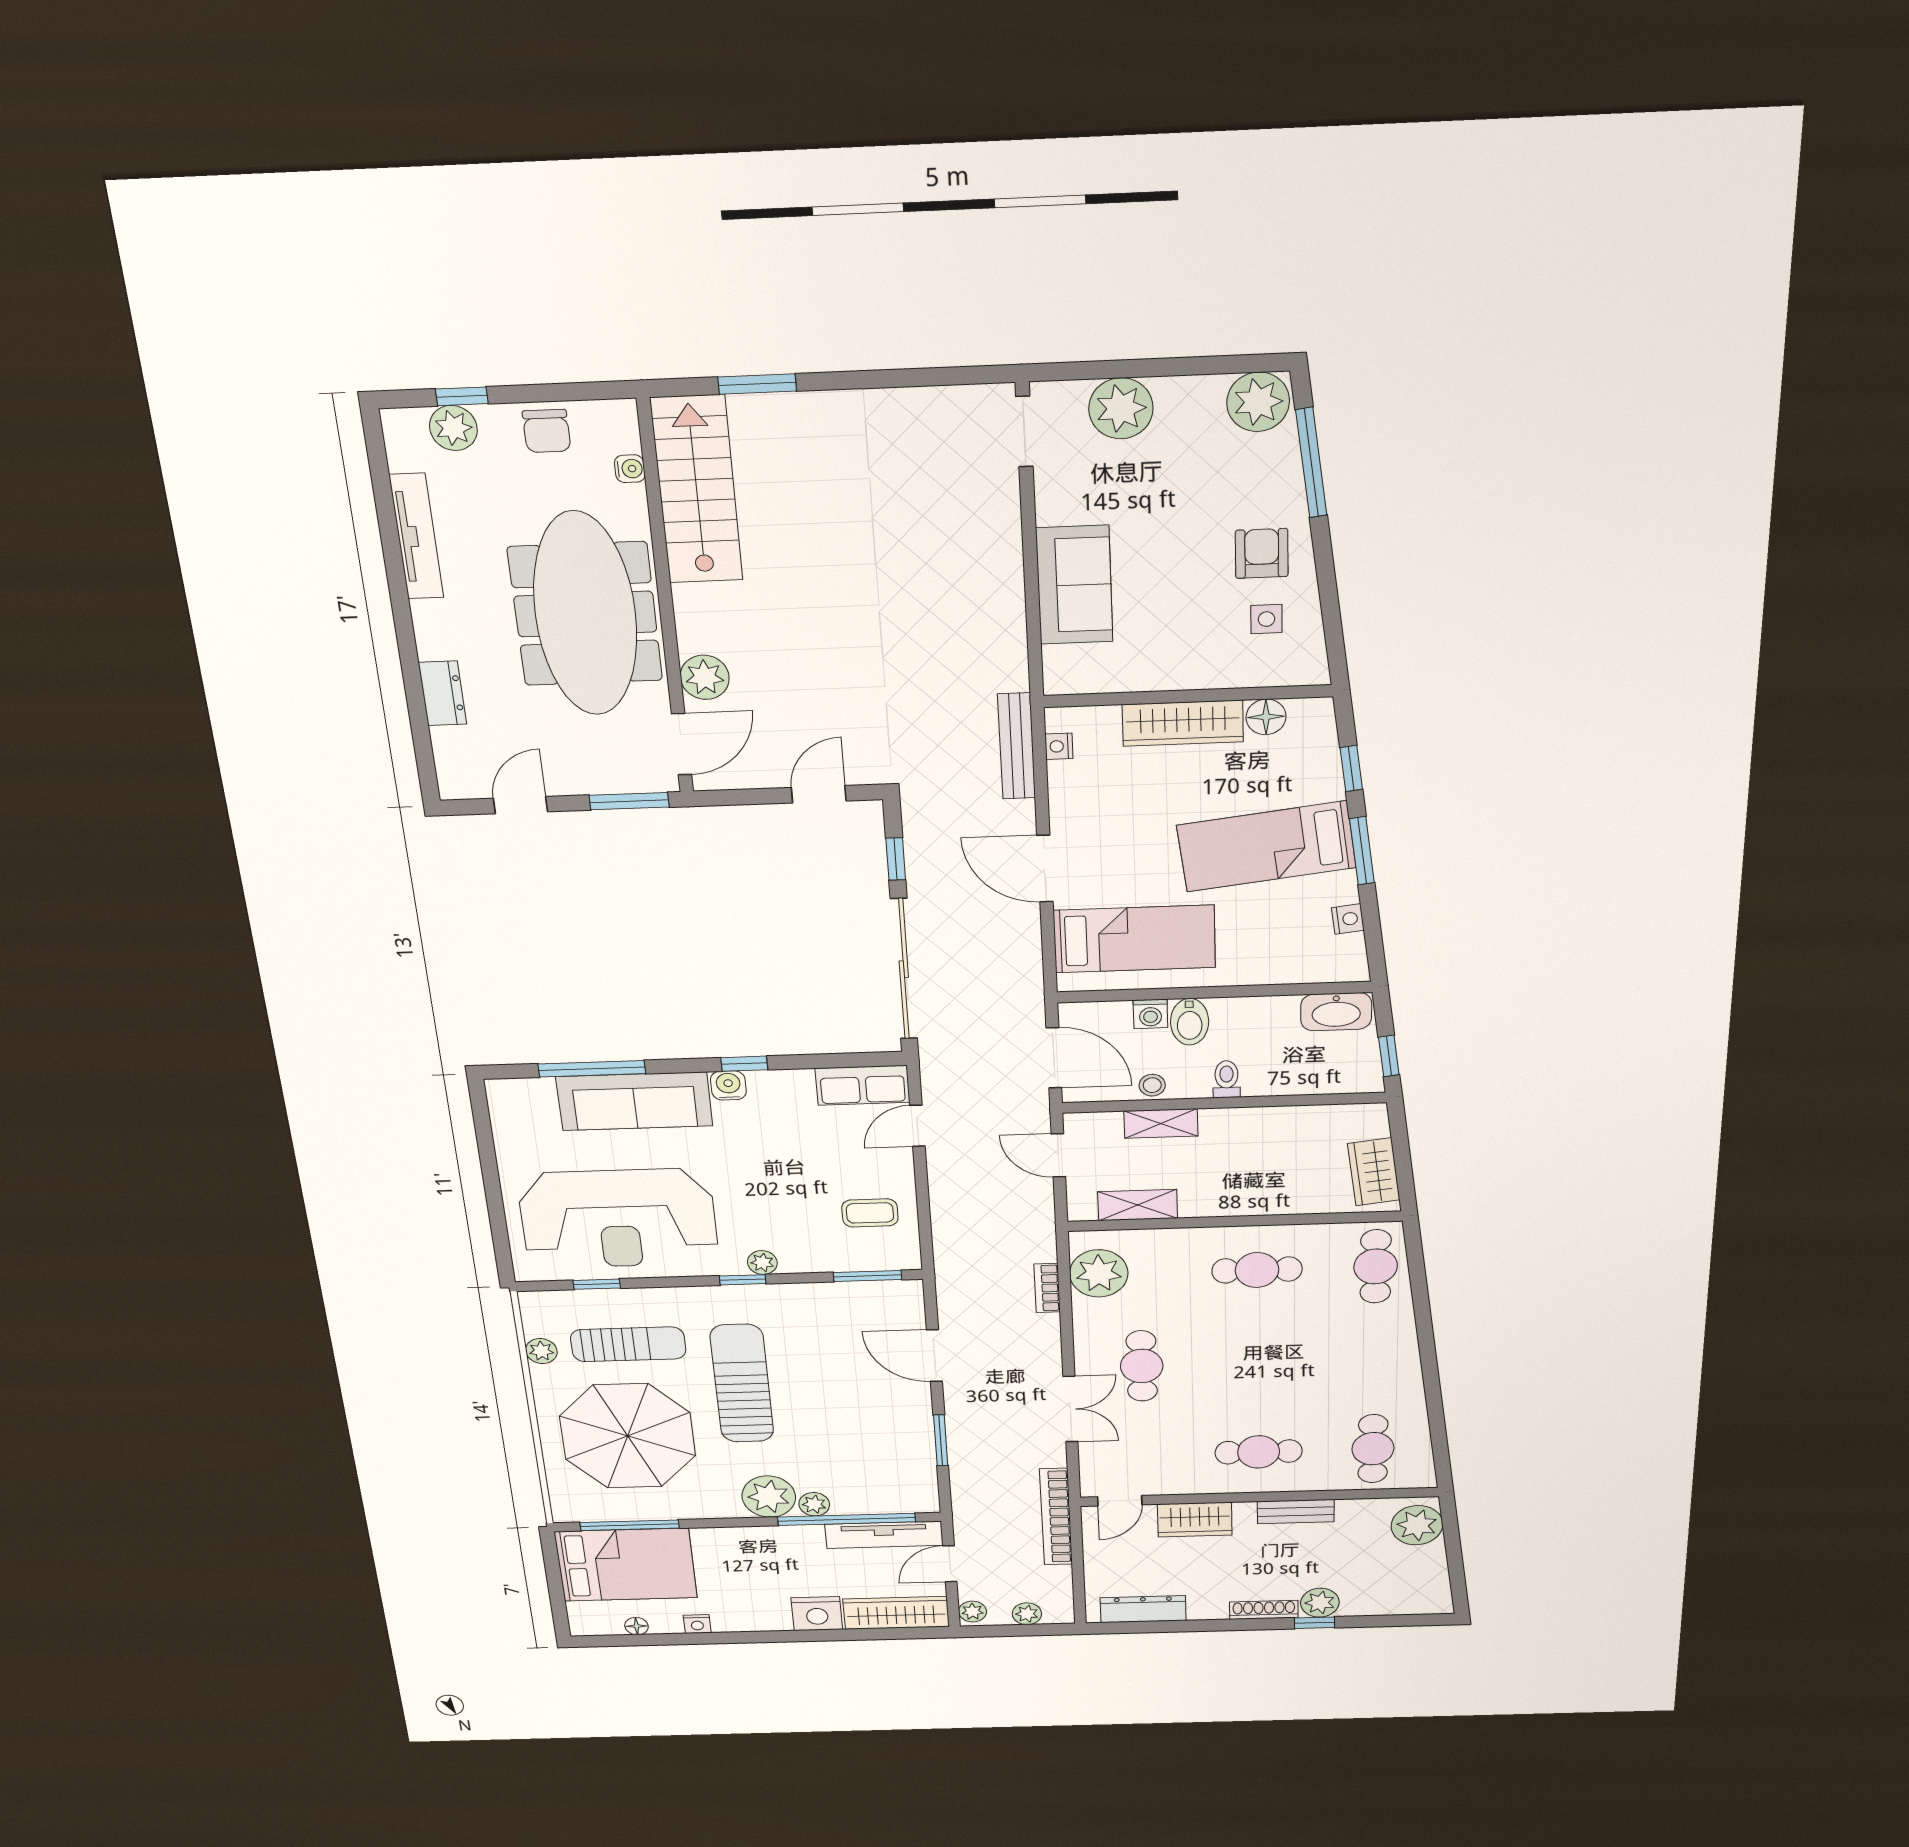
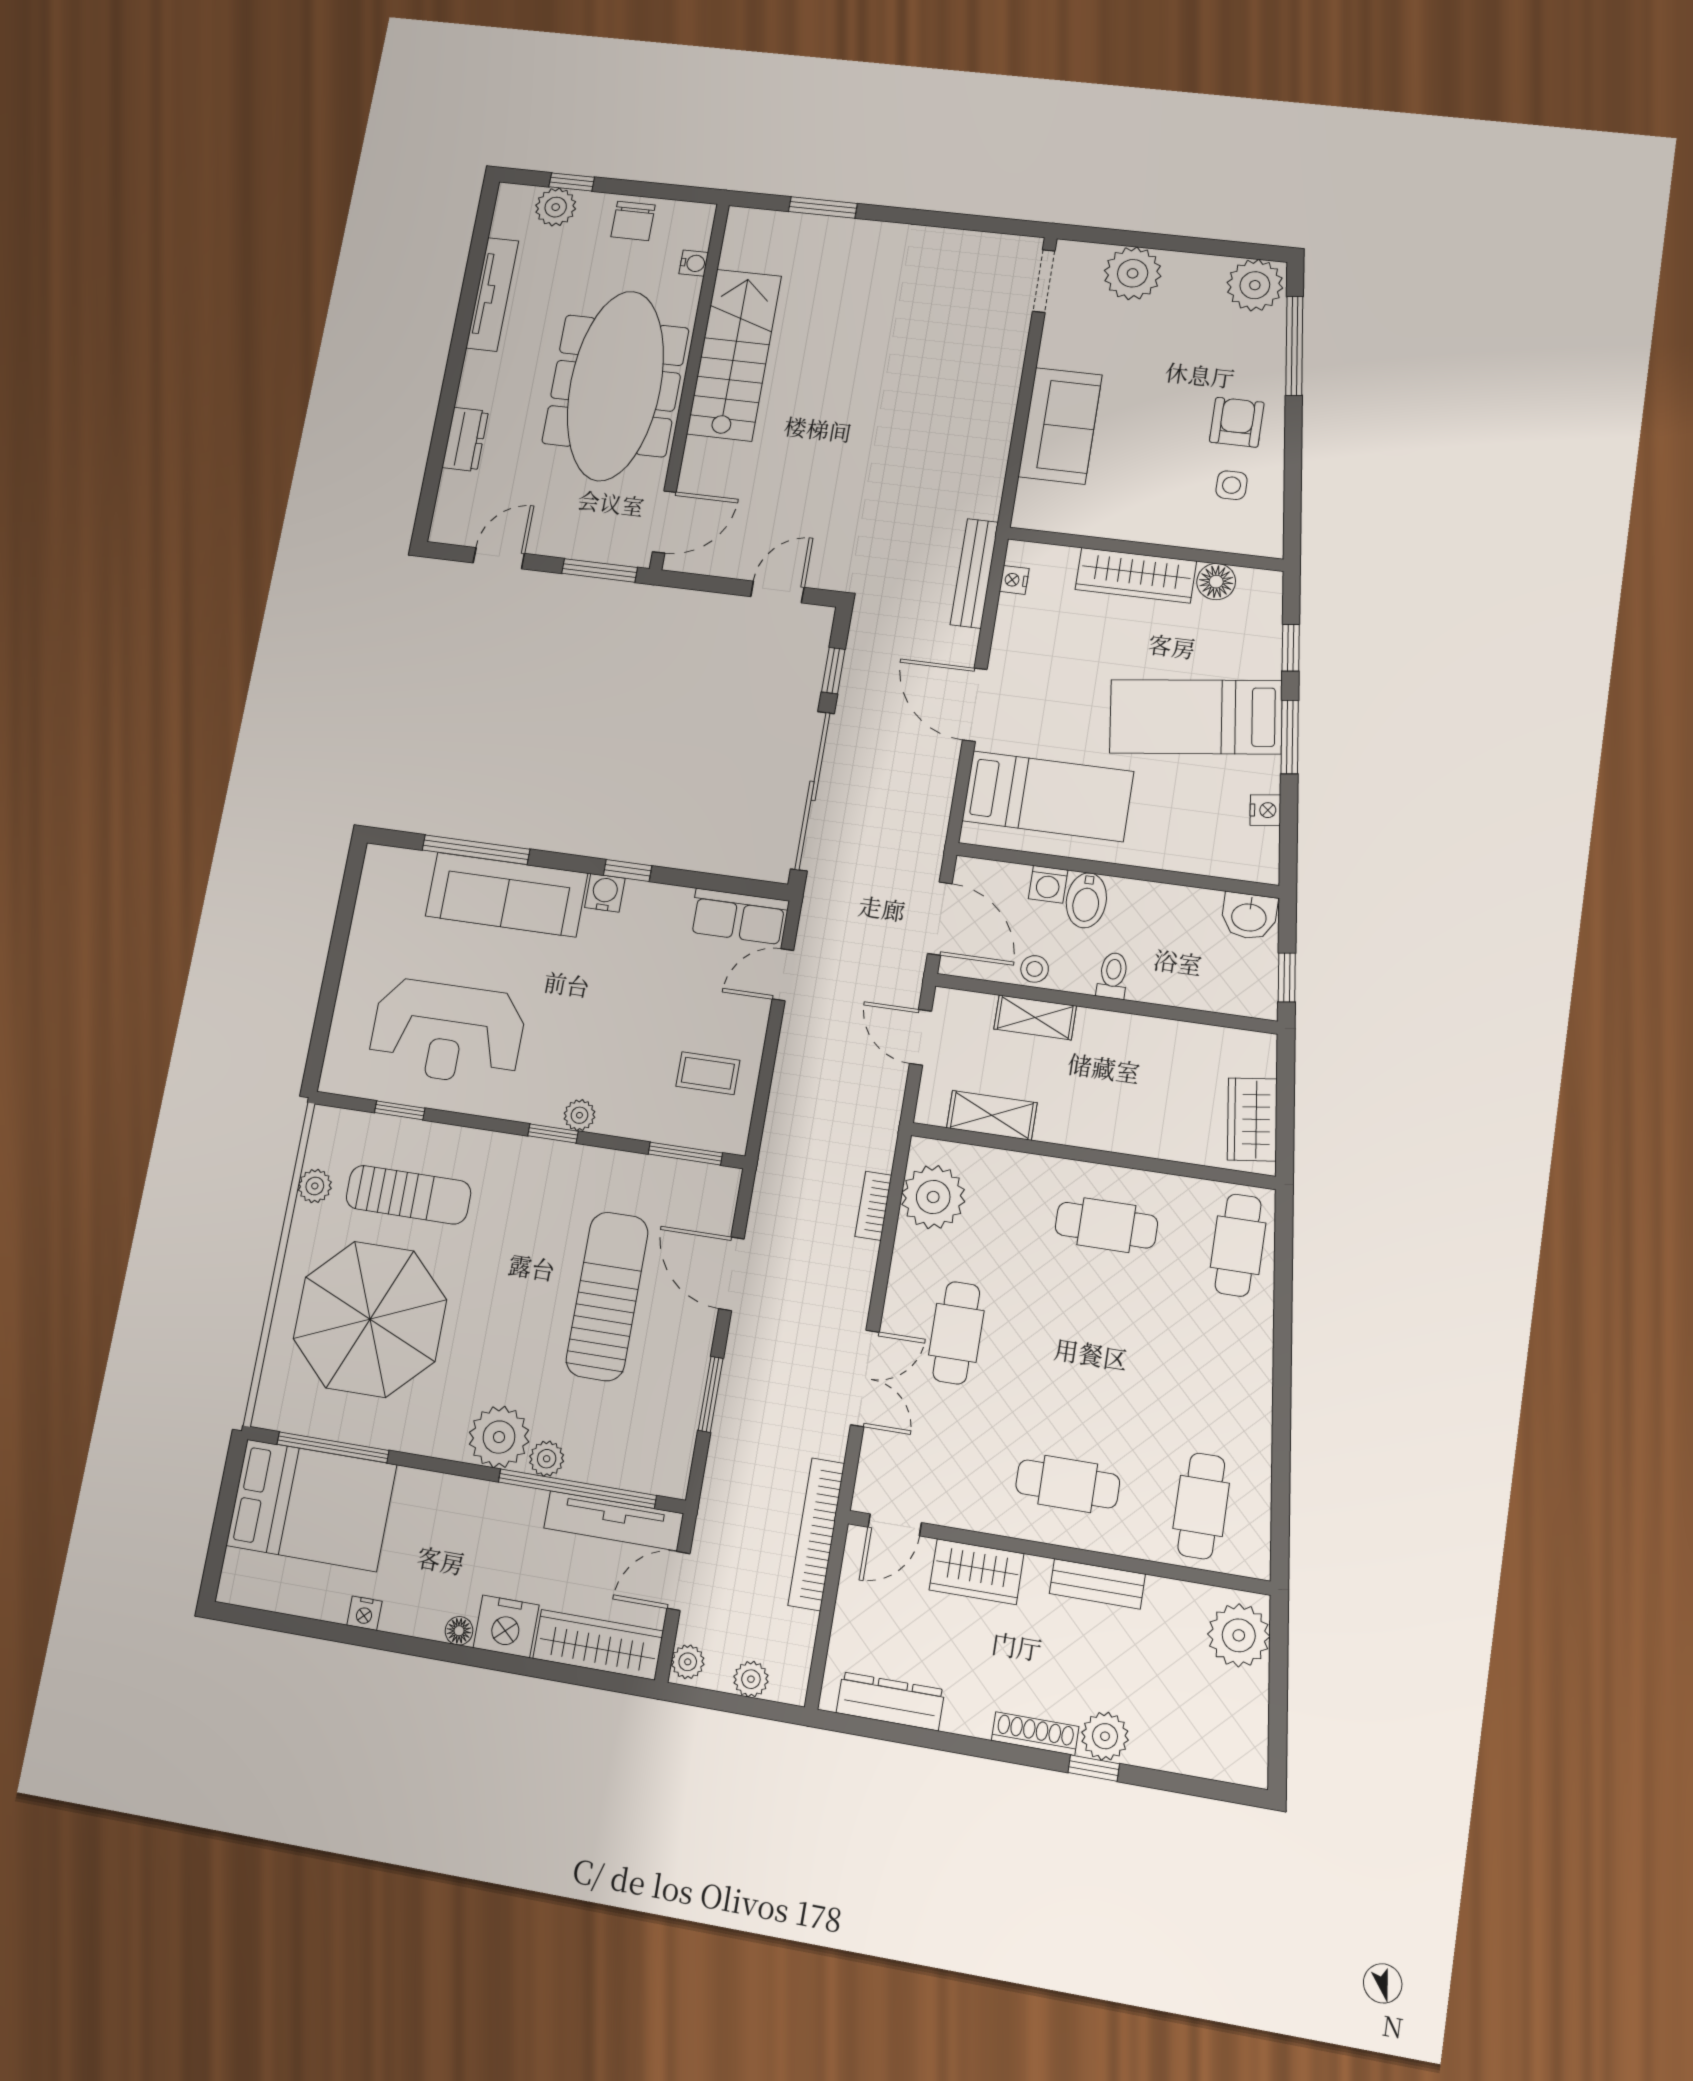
stairs: (697, 490) -> (734, 355), moved
plant: (705, 677) -> (704, 461), removed
washbasin: (1336, 1012) -> (1249, 916), width x0.72
reception desk: (618, 1219) -> (447, 1032), width x0.74, depth x0.77
sun lounger: (742, 1384) -> (607, 1296), moved
floor lamp: (636, 1626) -> (459, 1631), moved

